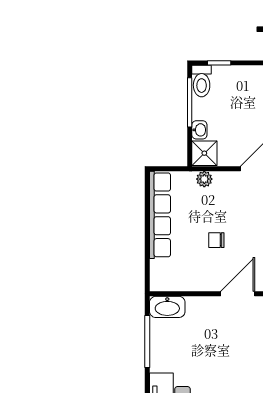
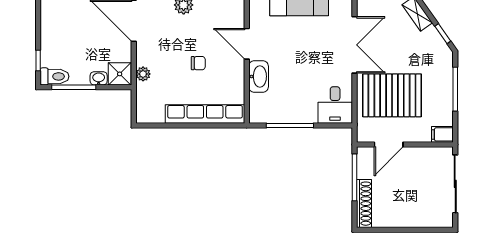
row of seats: (160, 215) -> (205, 114), moved
chair: (216, 240) -> (198, 63), turned -90
washbasin: (167, 307) -> (259, 76), moved

